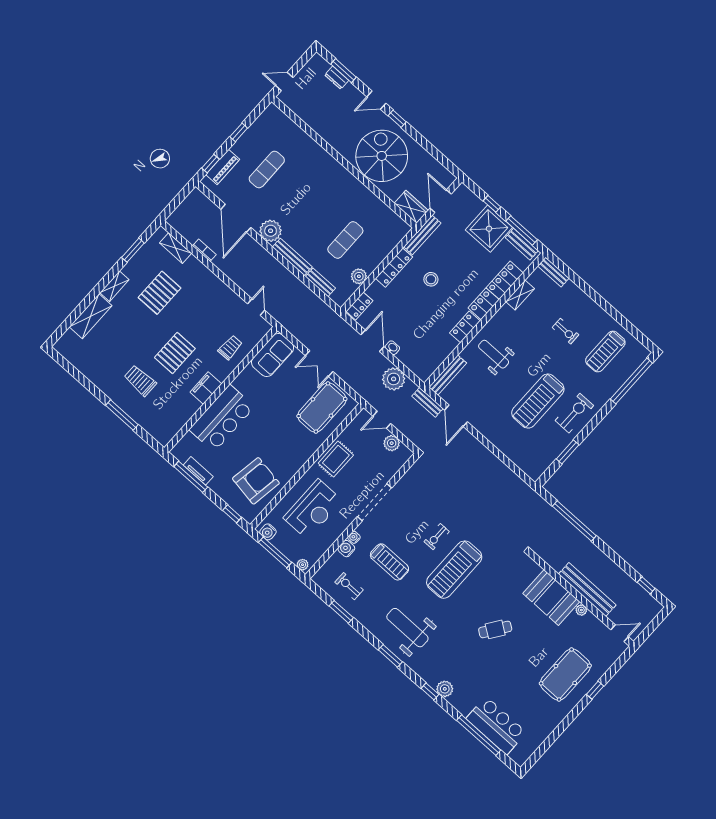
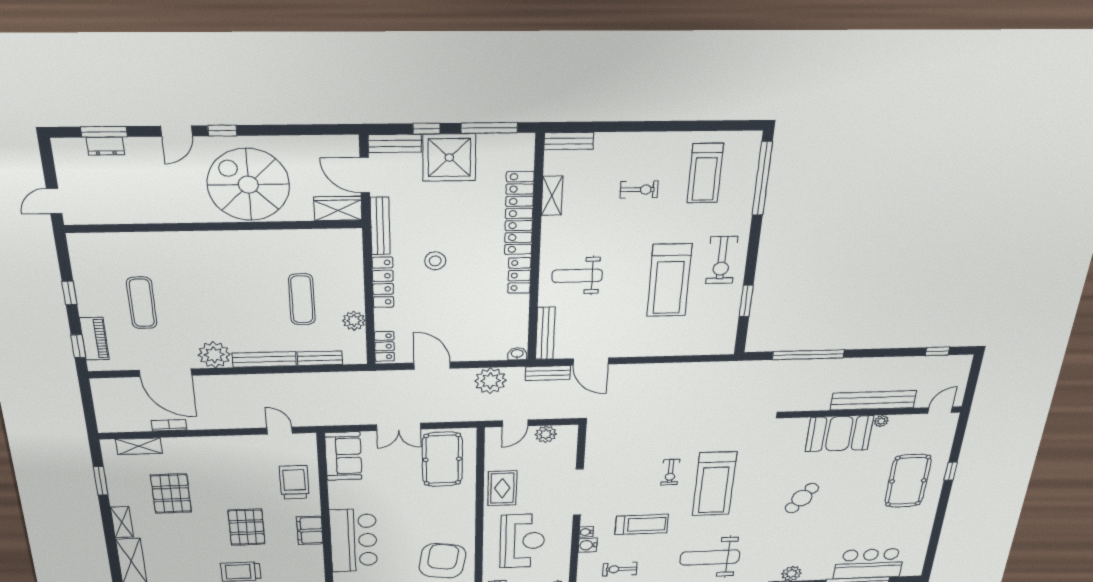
bench: (522, 244) -> (395, 143), moved
trolley: (230, 347) -> (294, 482), width x1.36, depth x1.39
washbasin: (392, 348) -> (517, 354), moved
exercise bike: (574, 413) -> (722, 260), turned 180

